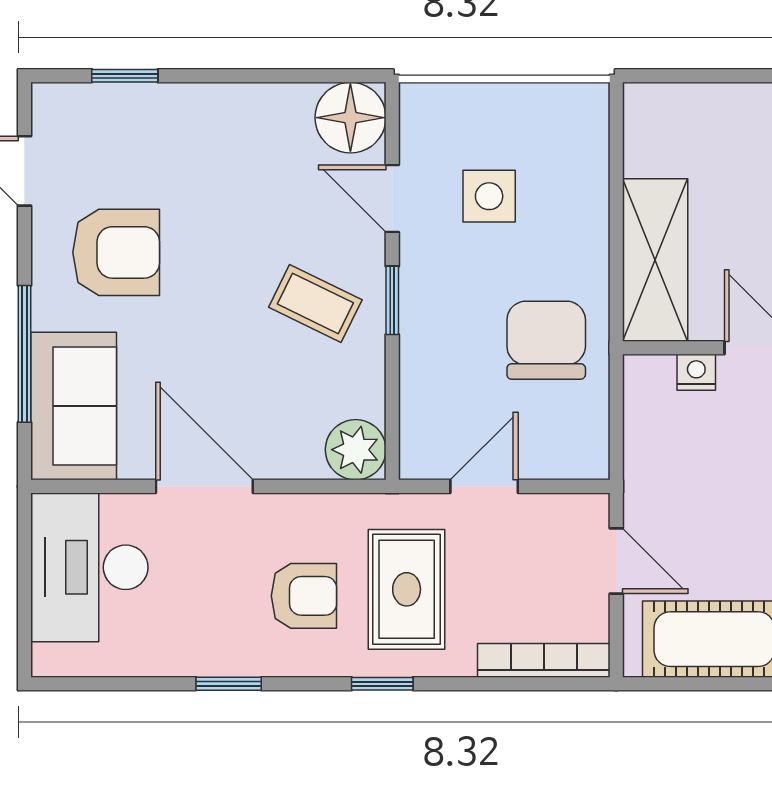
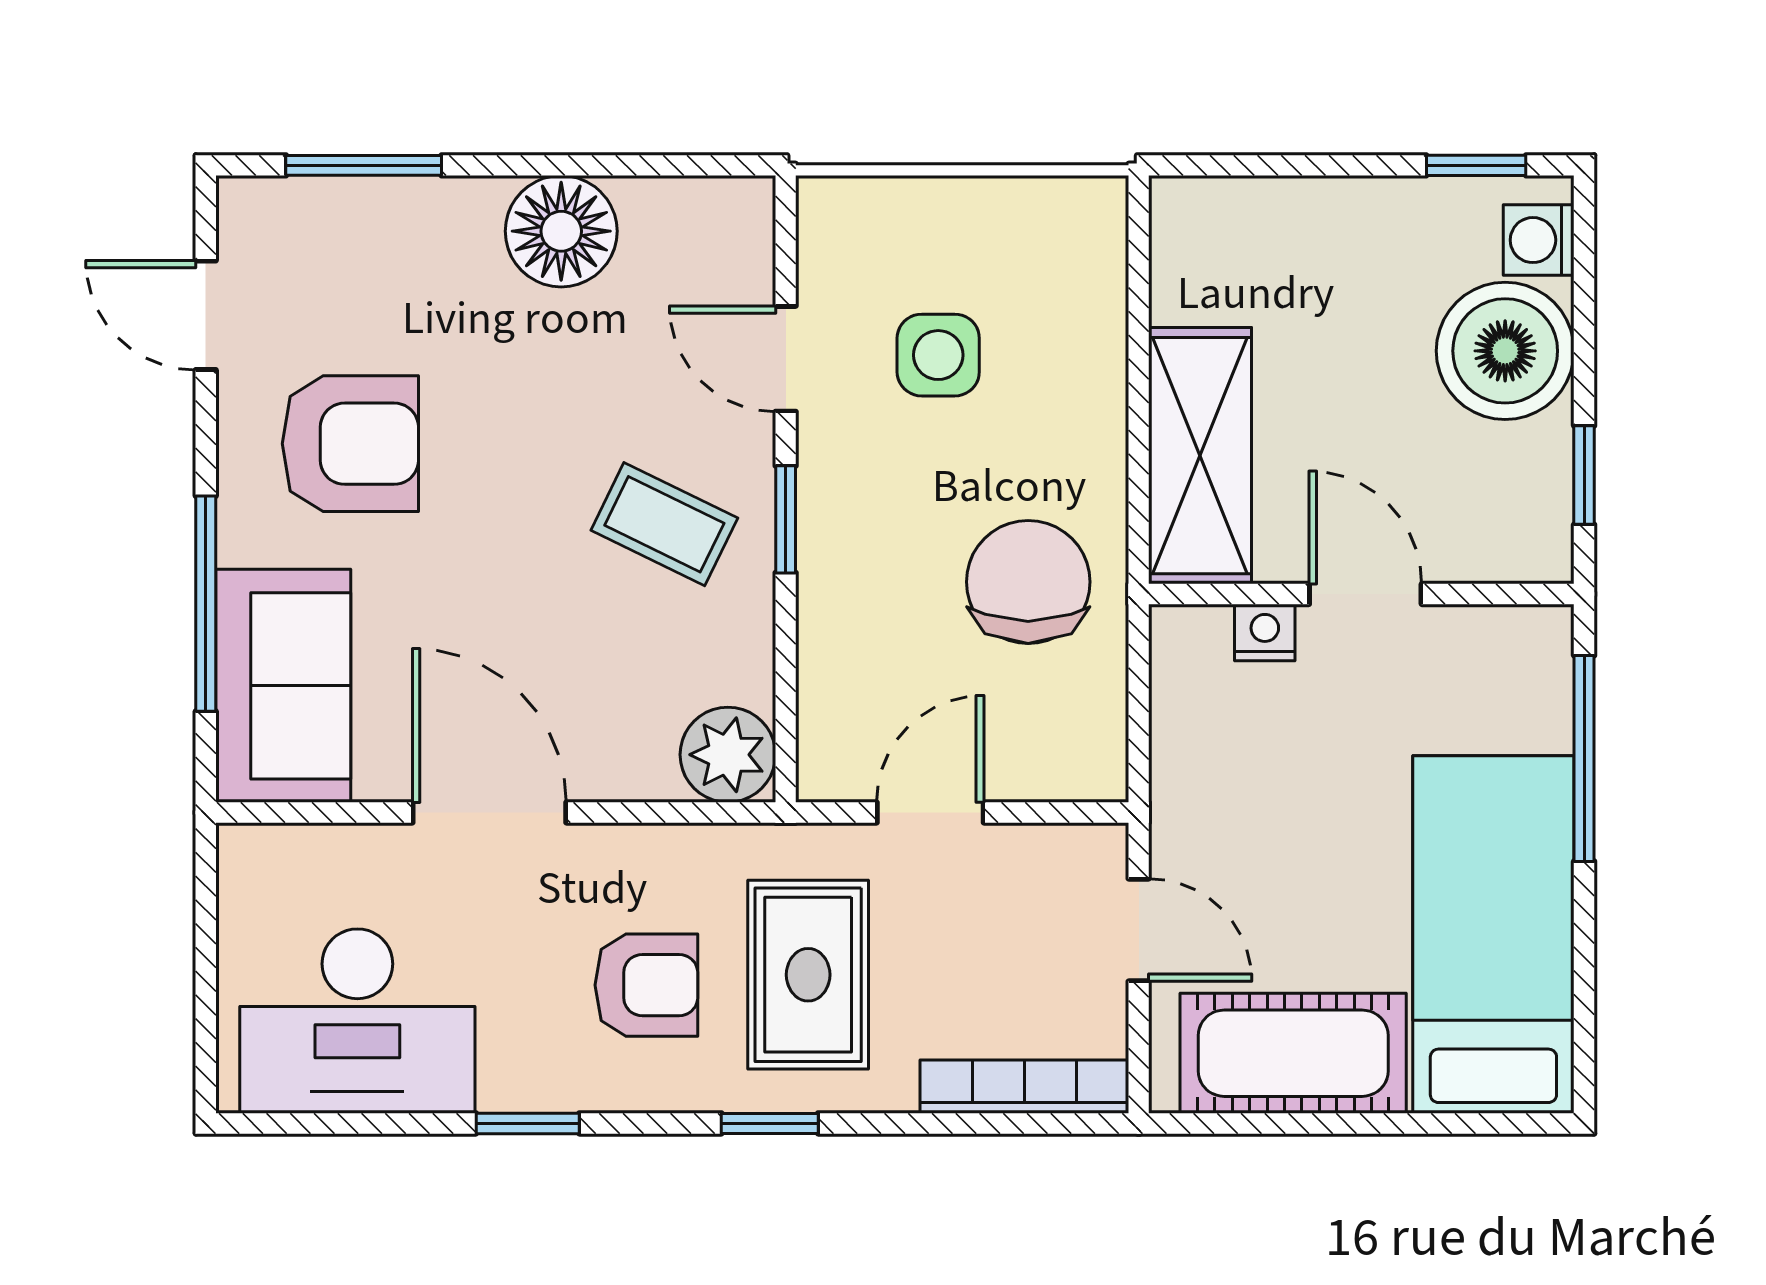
window: (125, 76) -> (364, 165), width x1.50
floor lamp: (350, 118) -> (561, 231), moved
desk: (89, 567) -> (357, 1021), moved, turned -90

